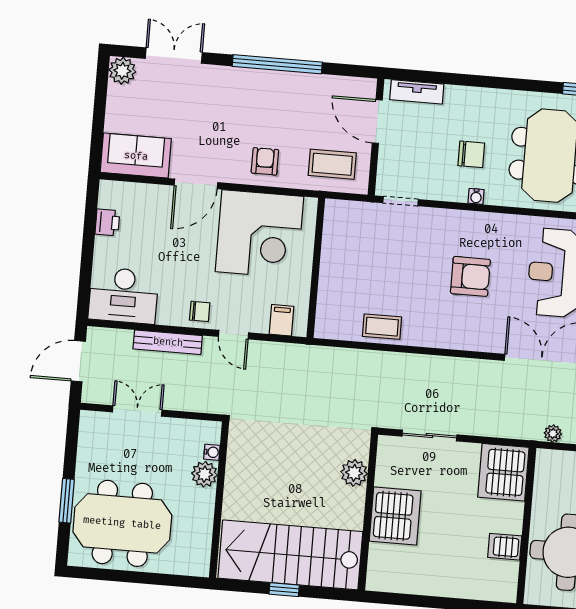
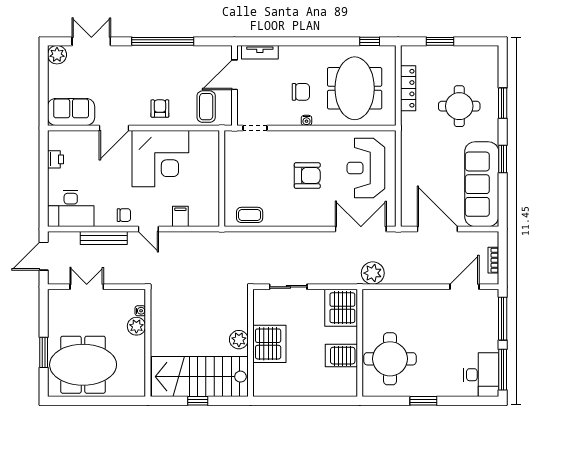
door: (377, 121) -> (235, 75), hinge flipped
coffee table: (332, 164) -> (206, 107), turned 90
wall: (316, 268) -> (222, 178), moved
plant: (553, 434) -> (373, 273), width x1.87, depth x1.87
plant: (354, 473) -> (239, 340), moved
server rack: (505, 547) -> (341, 356), width x1.36, depth x1.44

